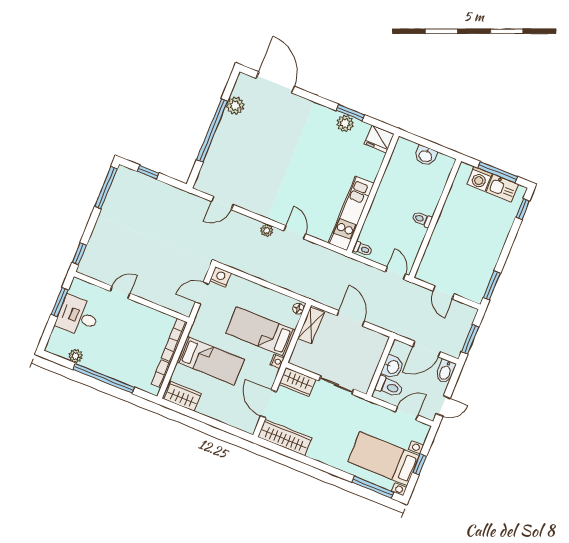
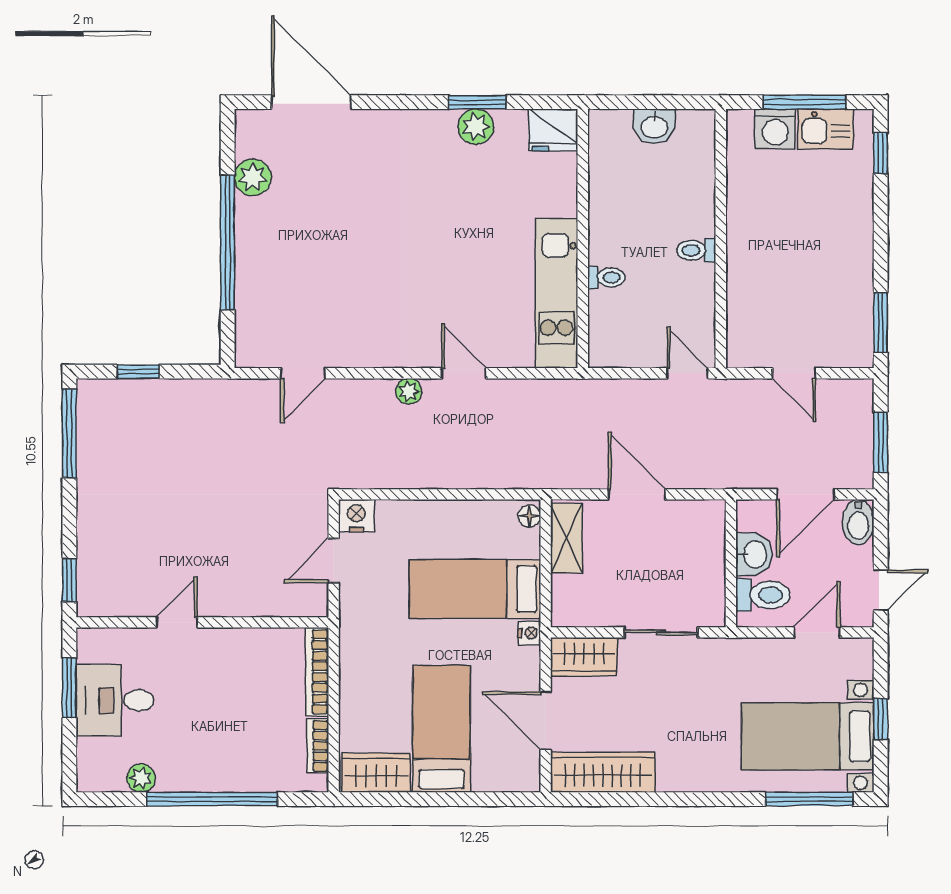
toilet: (363, 249) -> (606, 277), moved
bed: (211, 361) -> (442, 729), moved, turned -90

